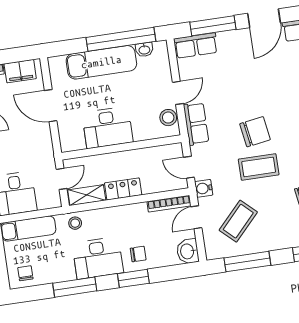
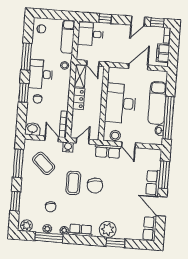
row of seats: (196, 45) -> (153, 183), moved
desk: (107, 128) -> (120, 103), width x1.36, depth x1.30

